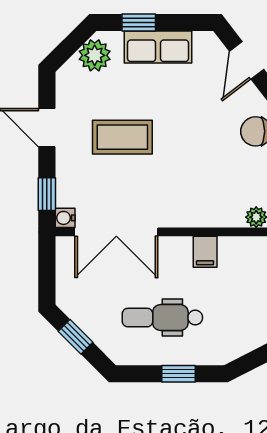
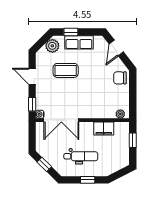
coffee table: (122, 137) -> (66, 70), moved
filing cabinet: (205, 252) -> (104, 129), width x2.00
dental chair: (162, 318) -> (81, 156), turned 180

